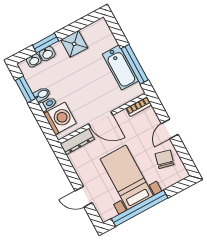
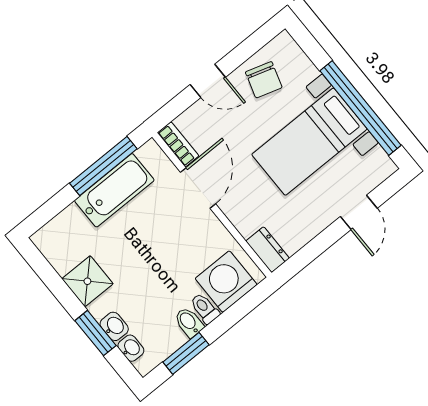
door: (101, 120) -> (198, 188), moved
dresser: (77, 142) -> (268, 250), width x0.70
chair: (165, 159) -> (264, 80), turned -87

